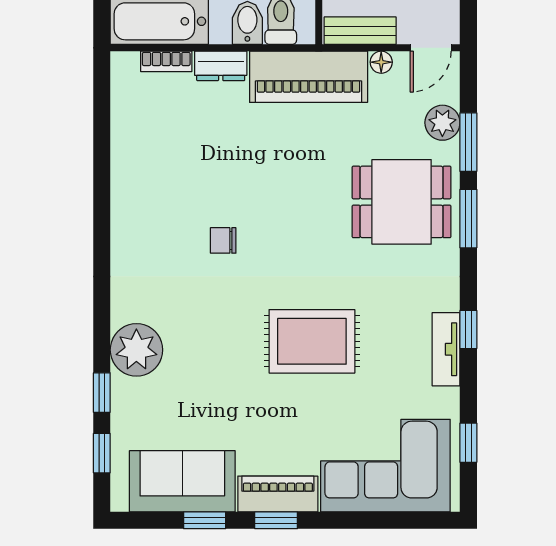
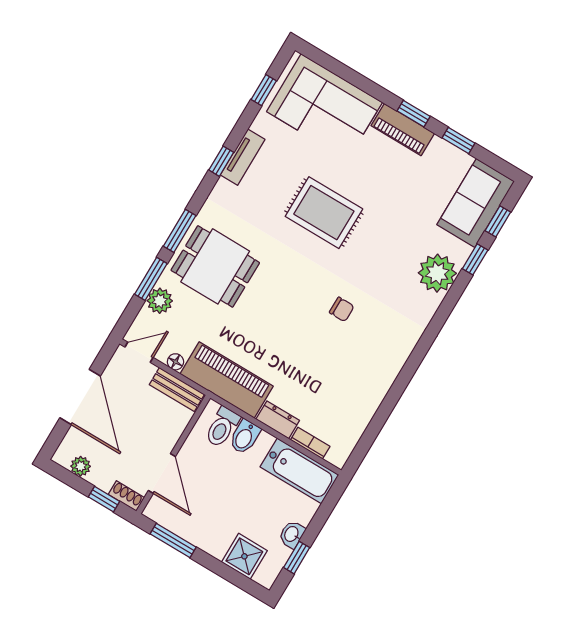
sofa: (182, 481) -> (476, 203), moved, turned 90

